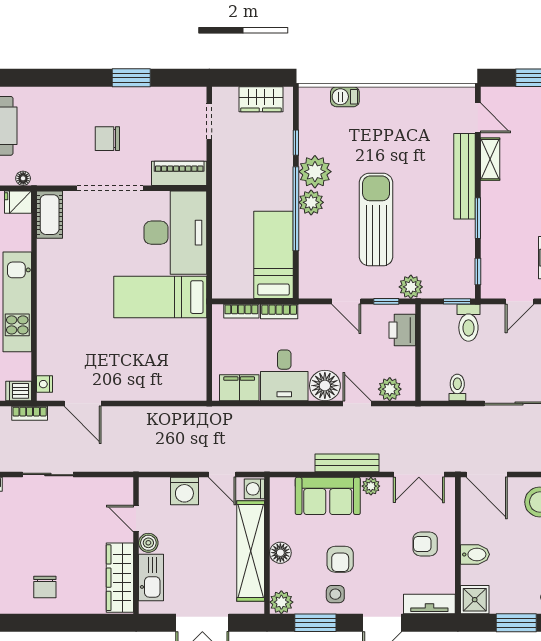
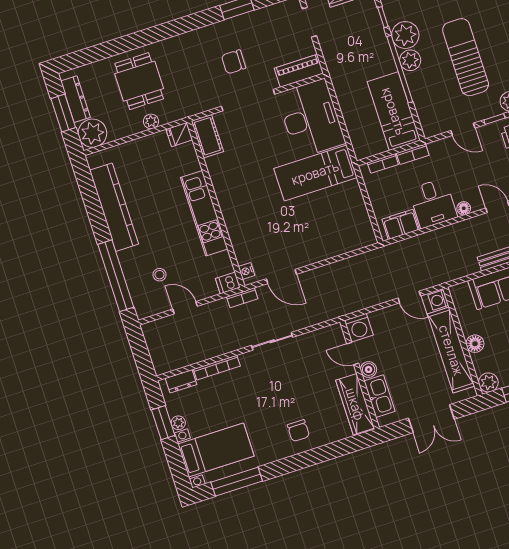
floor lamp: (23, 178) -> (177, 114), removed
floor lamp: (325, 386) -> (464, 208), width x0.53, depth x0.53
washing machine: (184, 491) -> (359, 328), moved

